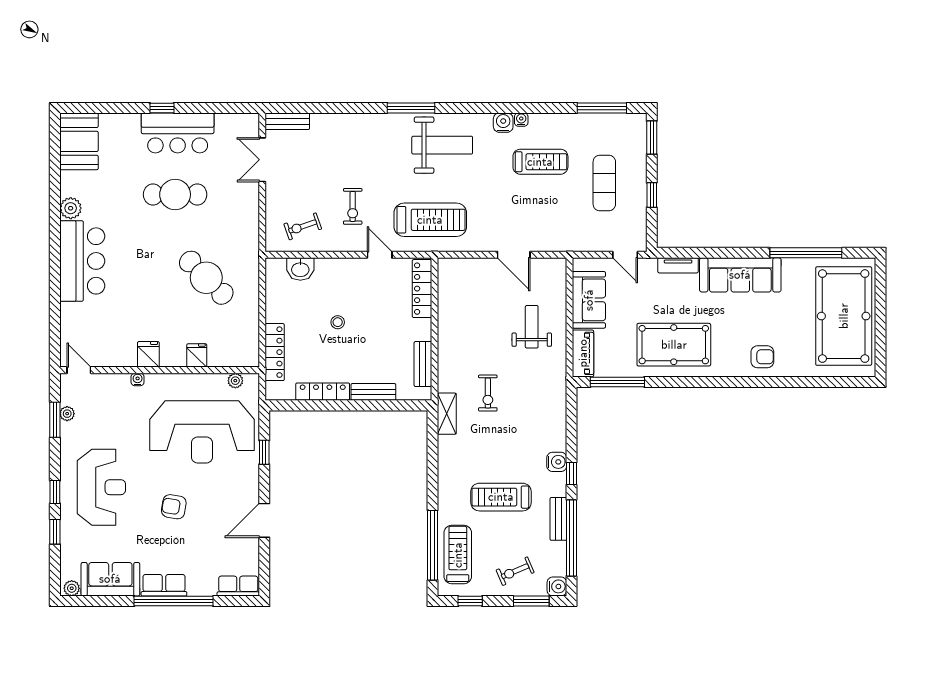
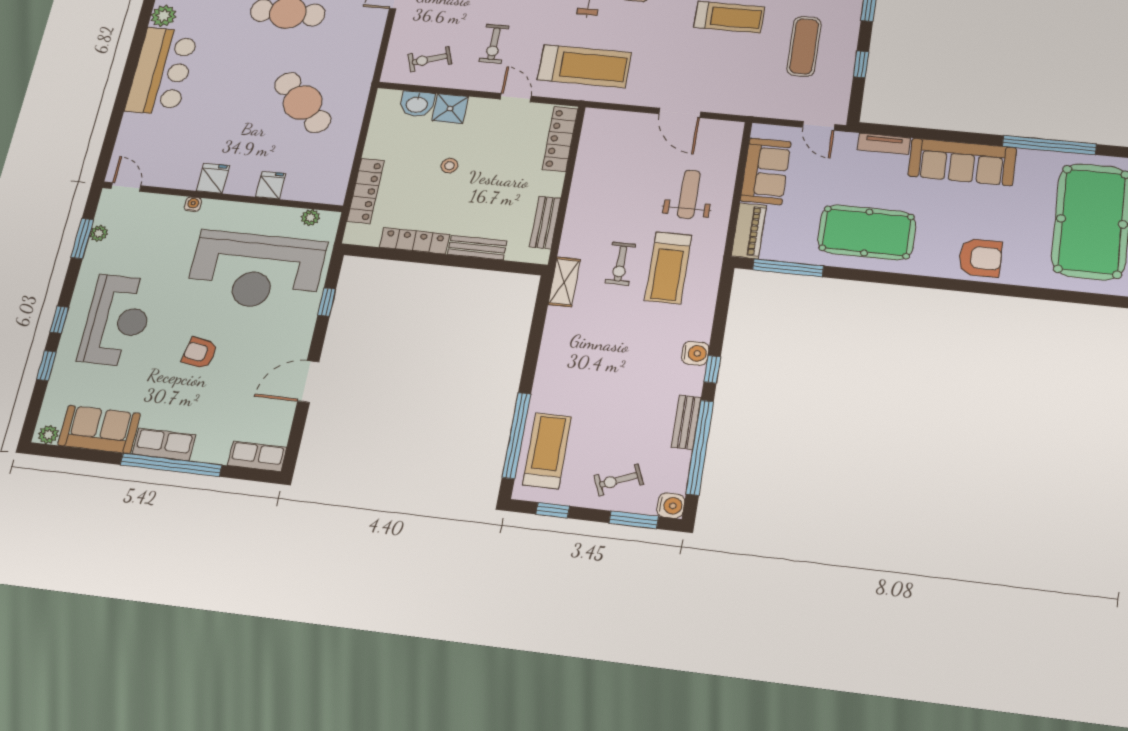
shower: (328, 270) -> (450, 109), added
armchair: (762, 357) -> (980, 258), width x1.38, depth x1.38
treadmill: (501, 497) -> (668, 268), moved, turned -90

